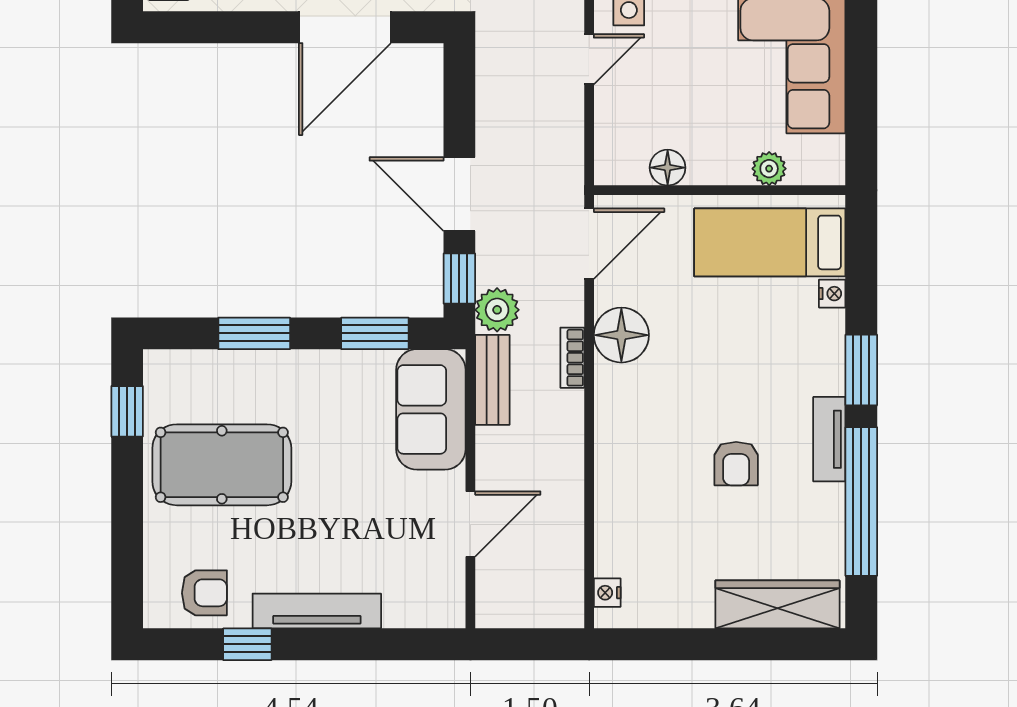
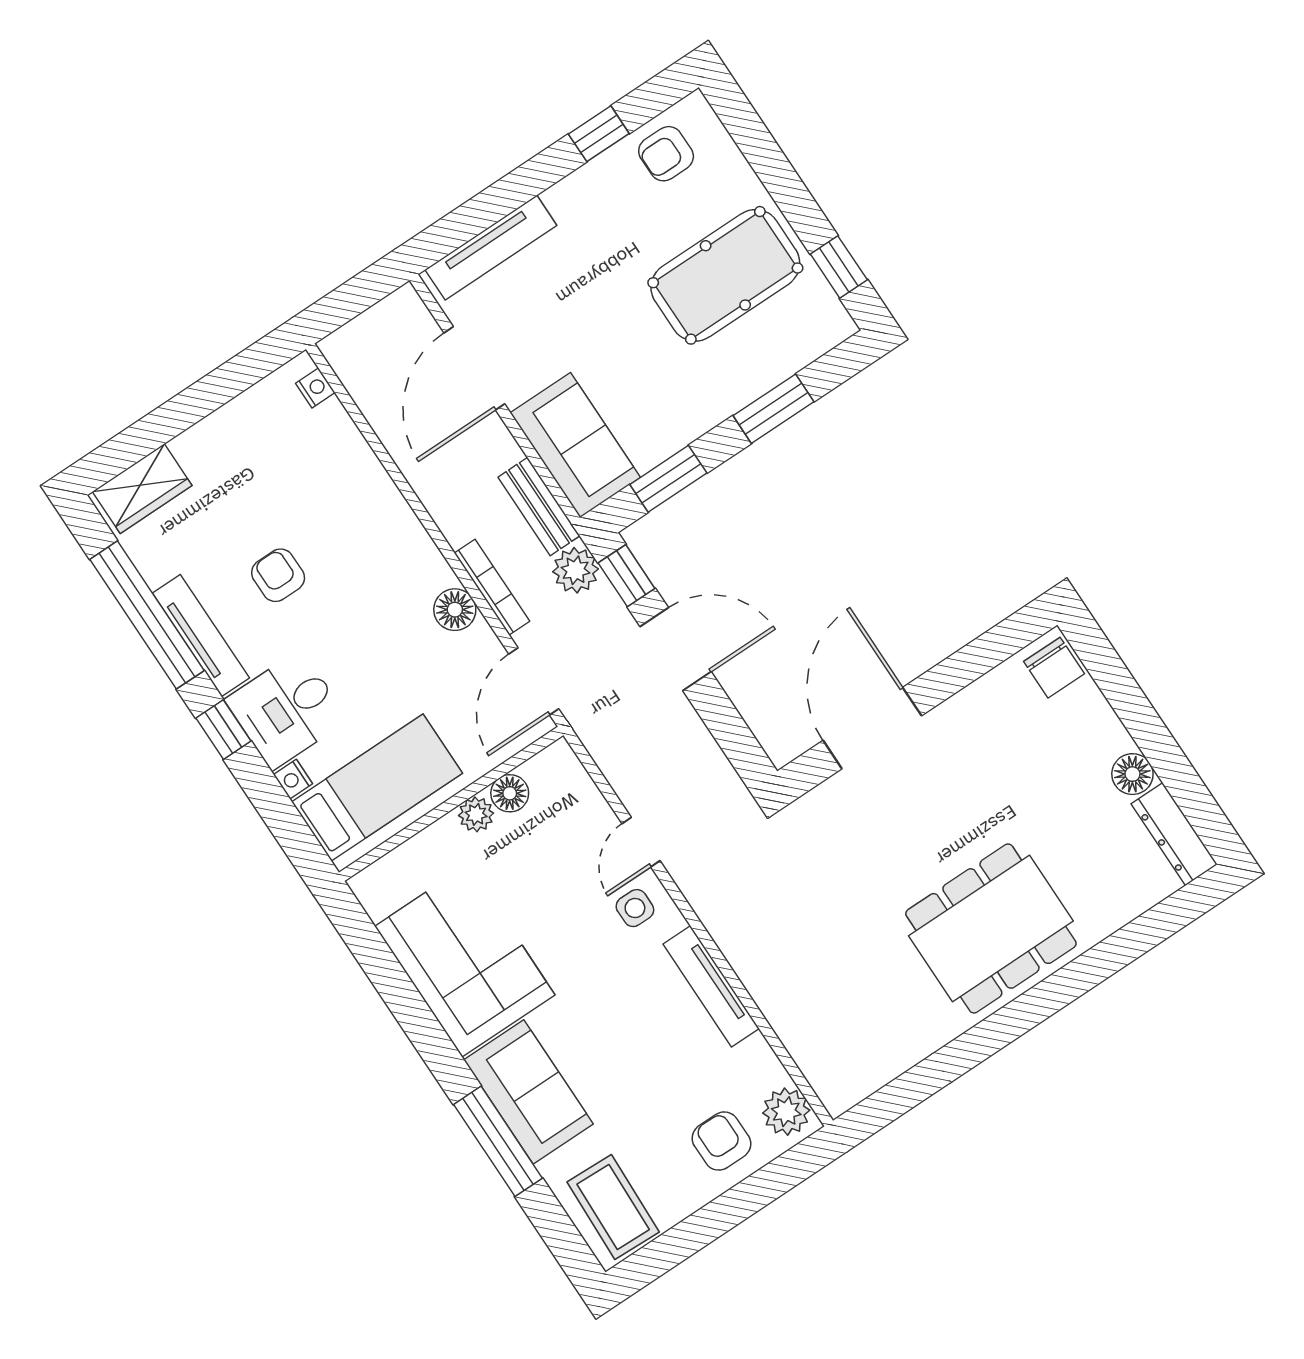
plant: (769, 169) -> (476, 814), moved
floor lamp: (621, 335) -> (455, 610), width x0.73, depth x0.73
desk: (801, 352) -> (286, 710), added
bookcase: (572, 358) -> (492, 587), width x1.56
window: (861, 370) -> (223, 730), width x0.67
tv unit: (829, 439) -> (201, 636), width x1.41
door: (470, 524) -> (474, 368), width x1.36
wardrobe: (777, 604) -> (142, 489), width x0.67
tv unit: (317, 611) -> (491, 248), moved

